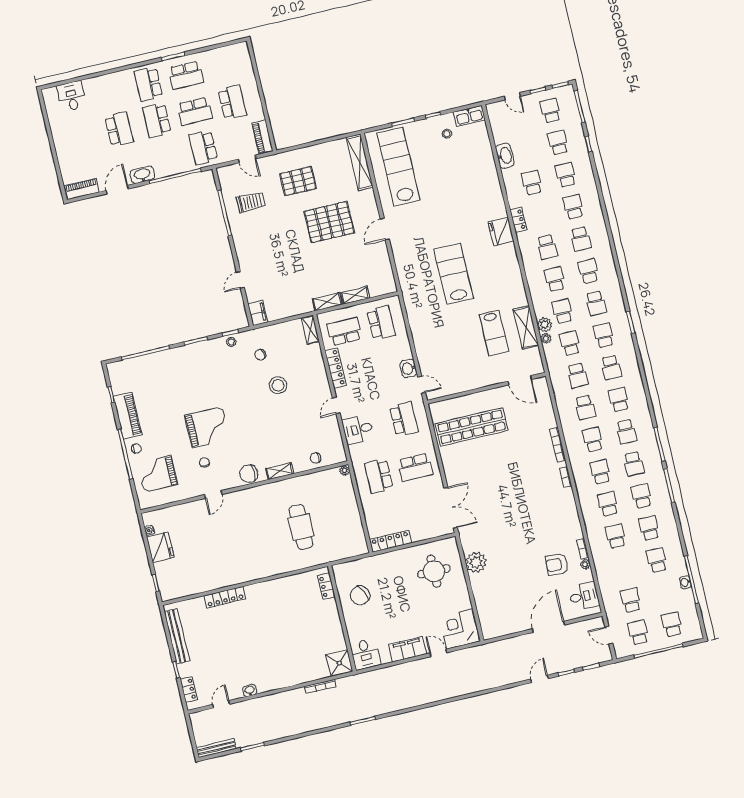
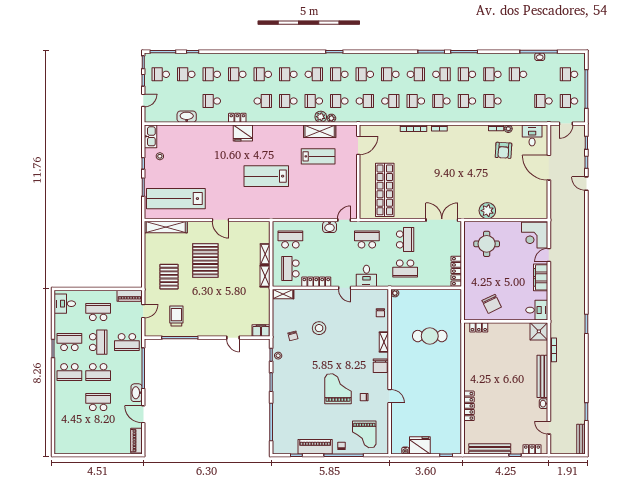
school desk: (186, 75) -> (69, 342), turned -90
desk: (72, 96) -> (65, 304), moved
school desk: (581, 239) -> (263, 74), turned 180
school desk: (611, 367) -> (365, 74), turned 180
bench: (284, 681) -> (542, 376), added

